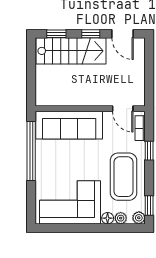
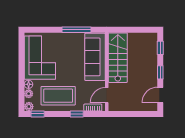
stairs: (71, 51) -> (118, 58), moved, turned 180
window: (31, 151) -> (77, 30), width x0.68

